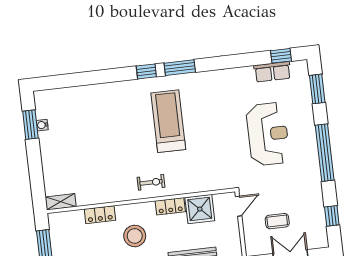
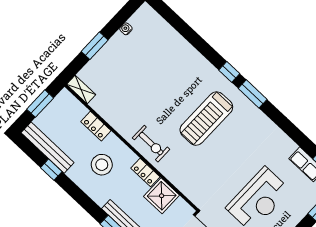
treadmill: (168, 121) -> (206, 119), turned 180
window: (30, 125) -> (95, 46), moved
exercise bike: (151, 182) -> (151, 144), width x1.38, depth x1.39

